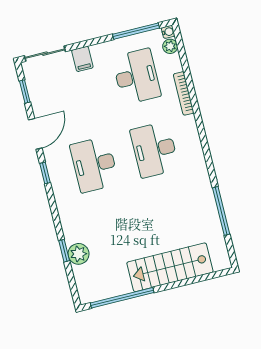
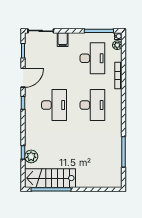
desk: (155, 150) -> (92, 105), turned 180
desk: (94, 165) -> (54, 105), turned 180
stairs: (170, 267) -> (50, 178), moved

